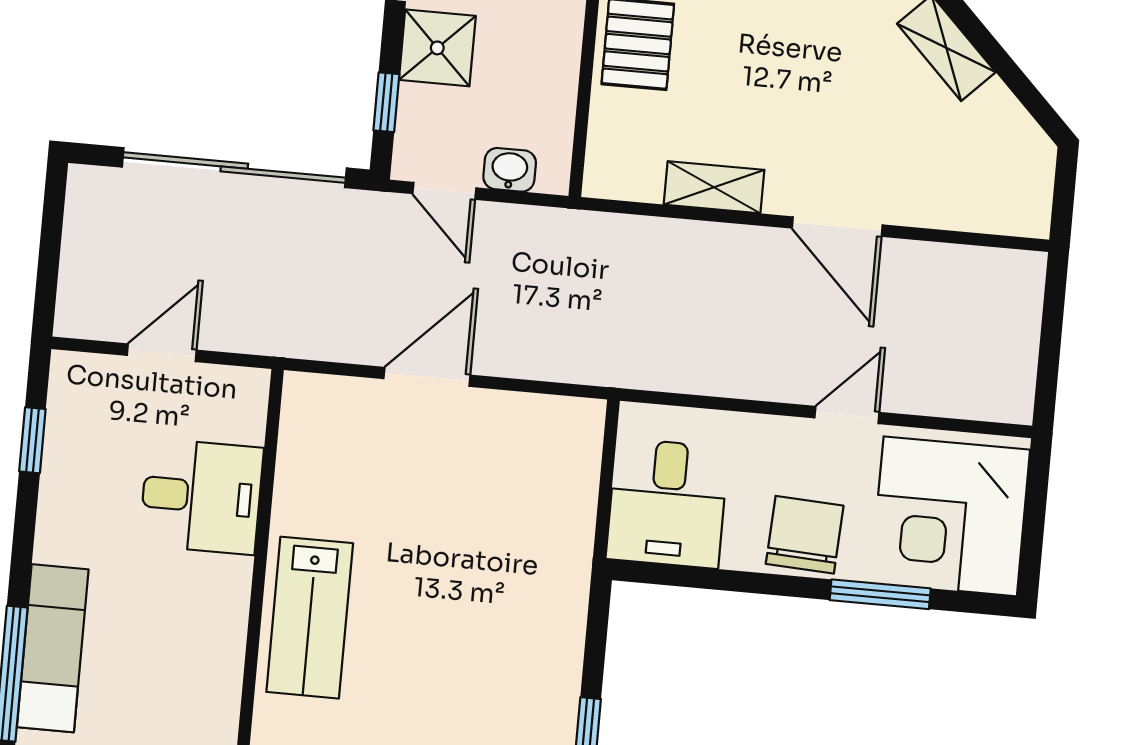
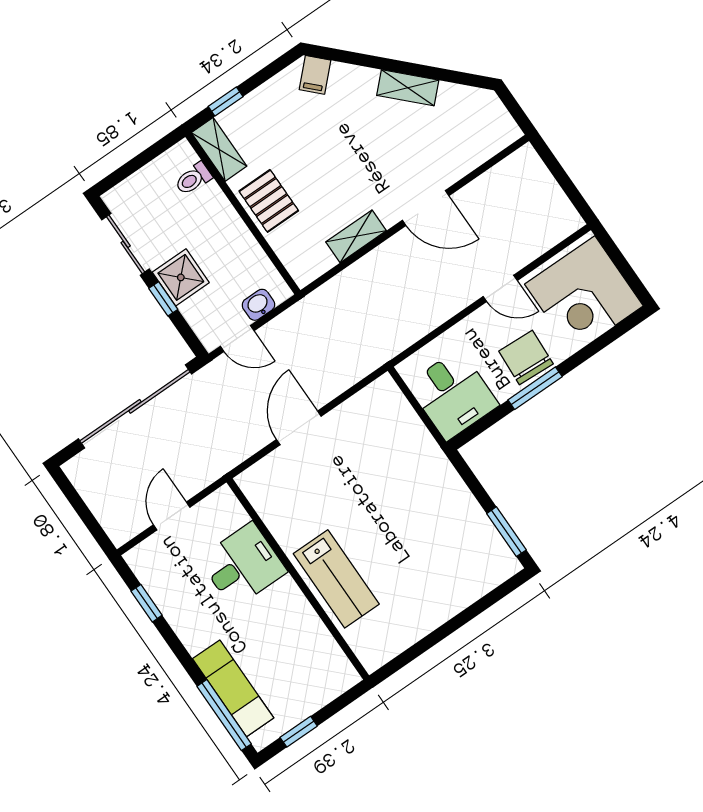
window: (386, 102) -> (163, 299), moved
door: (847, 415) -> (500, 288), swing flipped
window: (880, 594) -> (535, 388), moved

